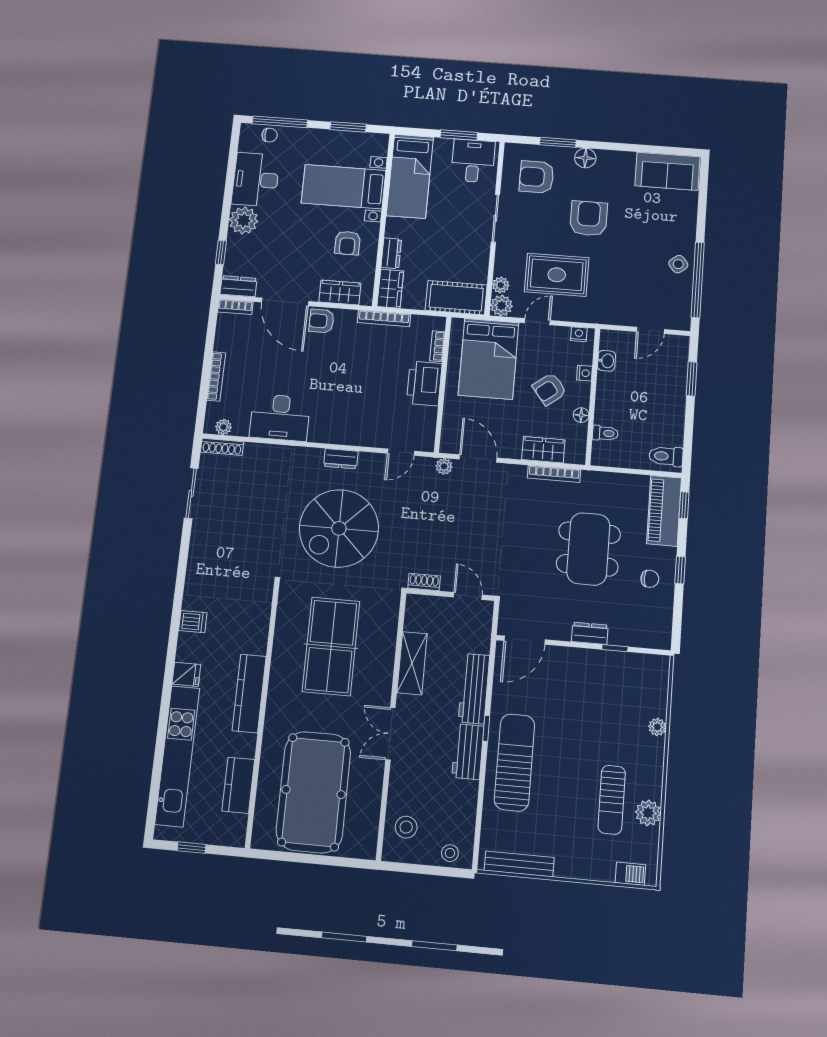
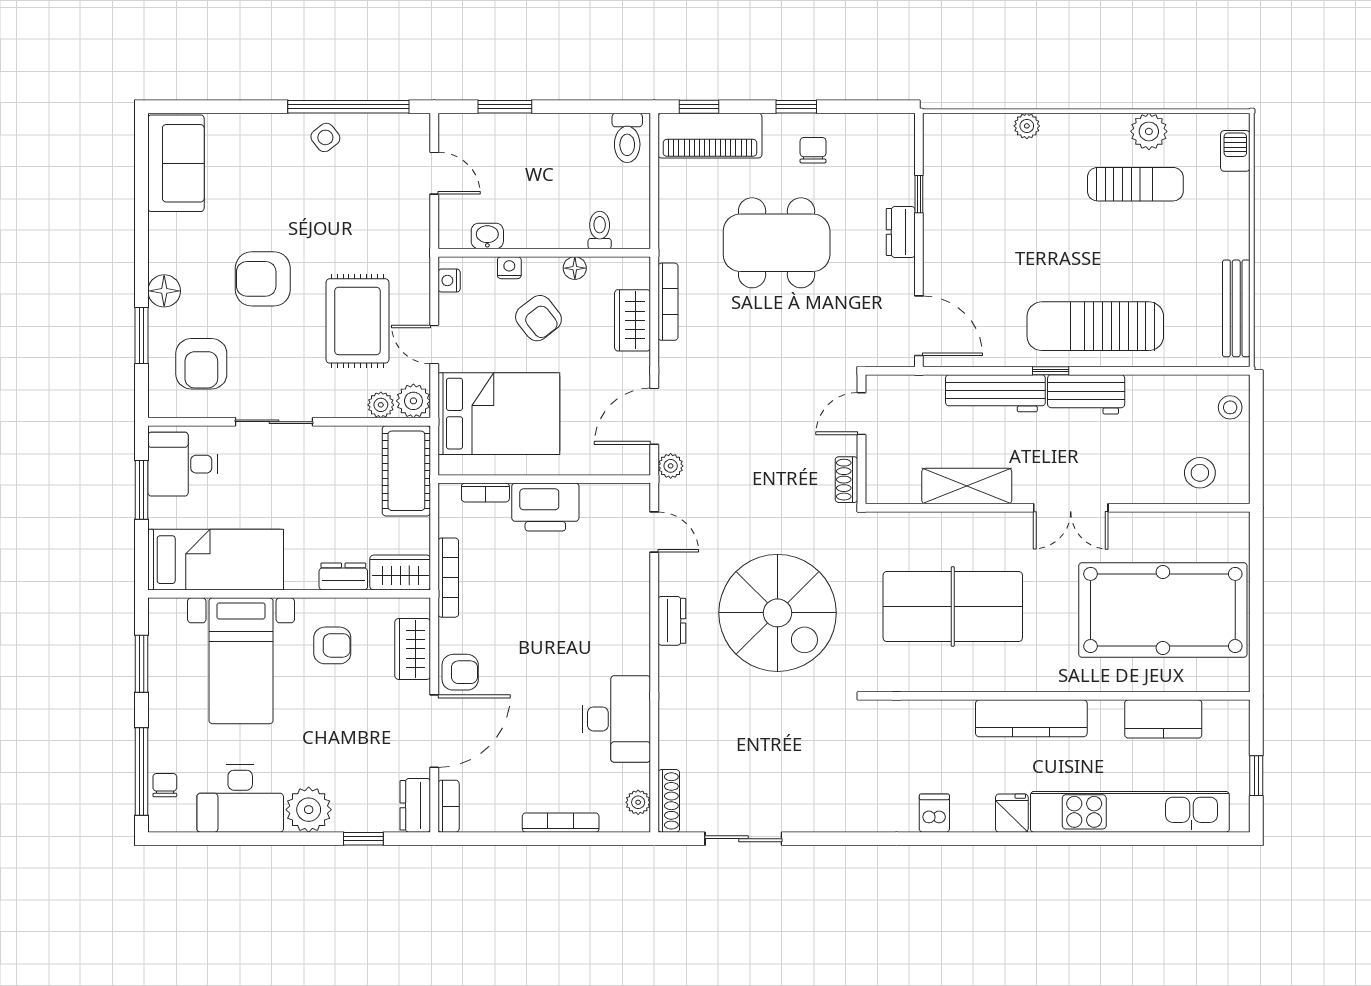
armchair: (322, 321) -> (460, 672), turned -90

